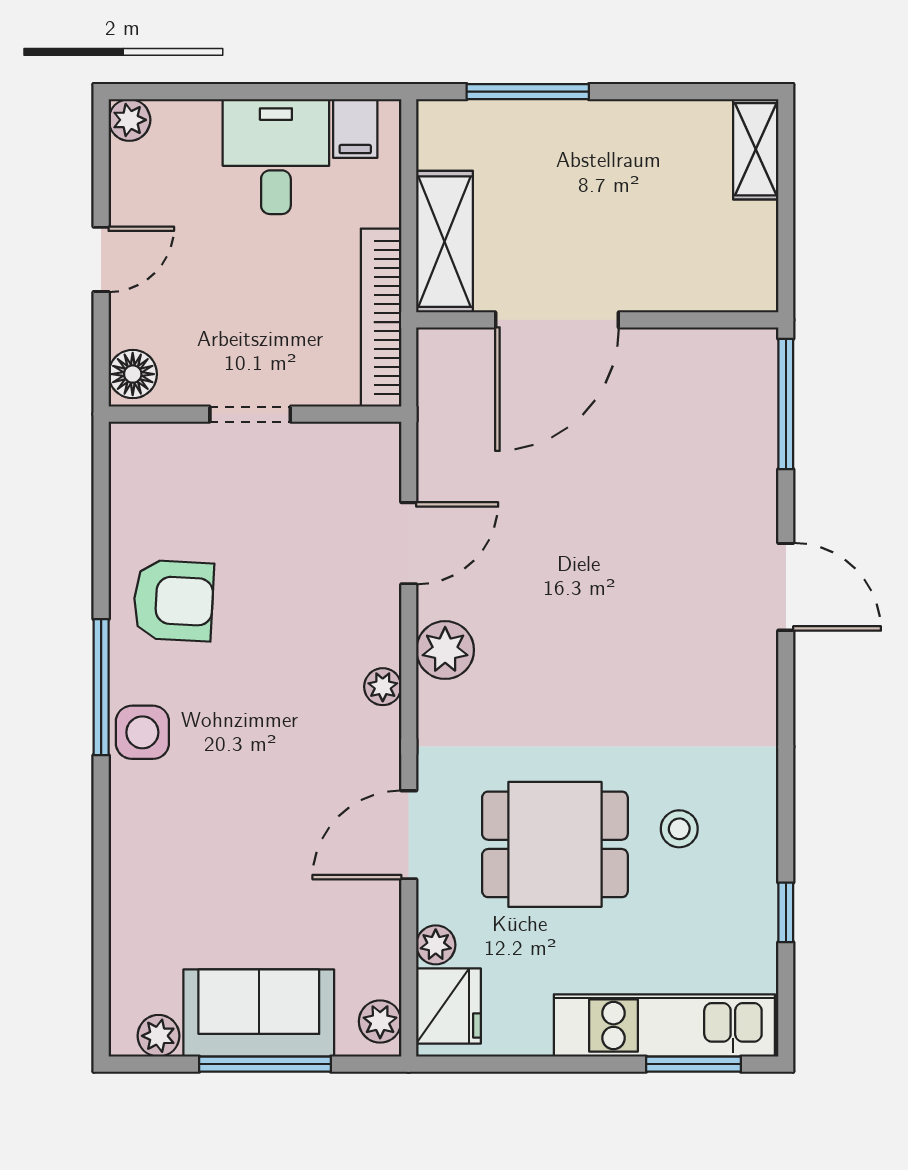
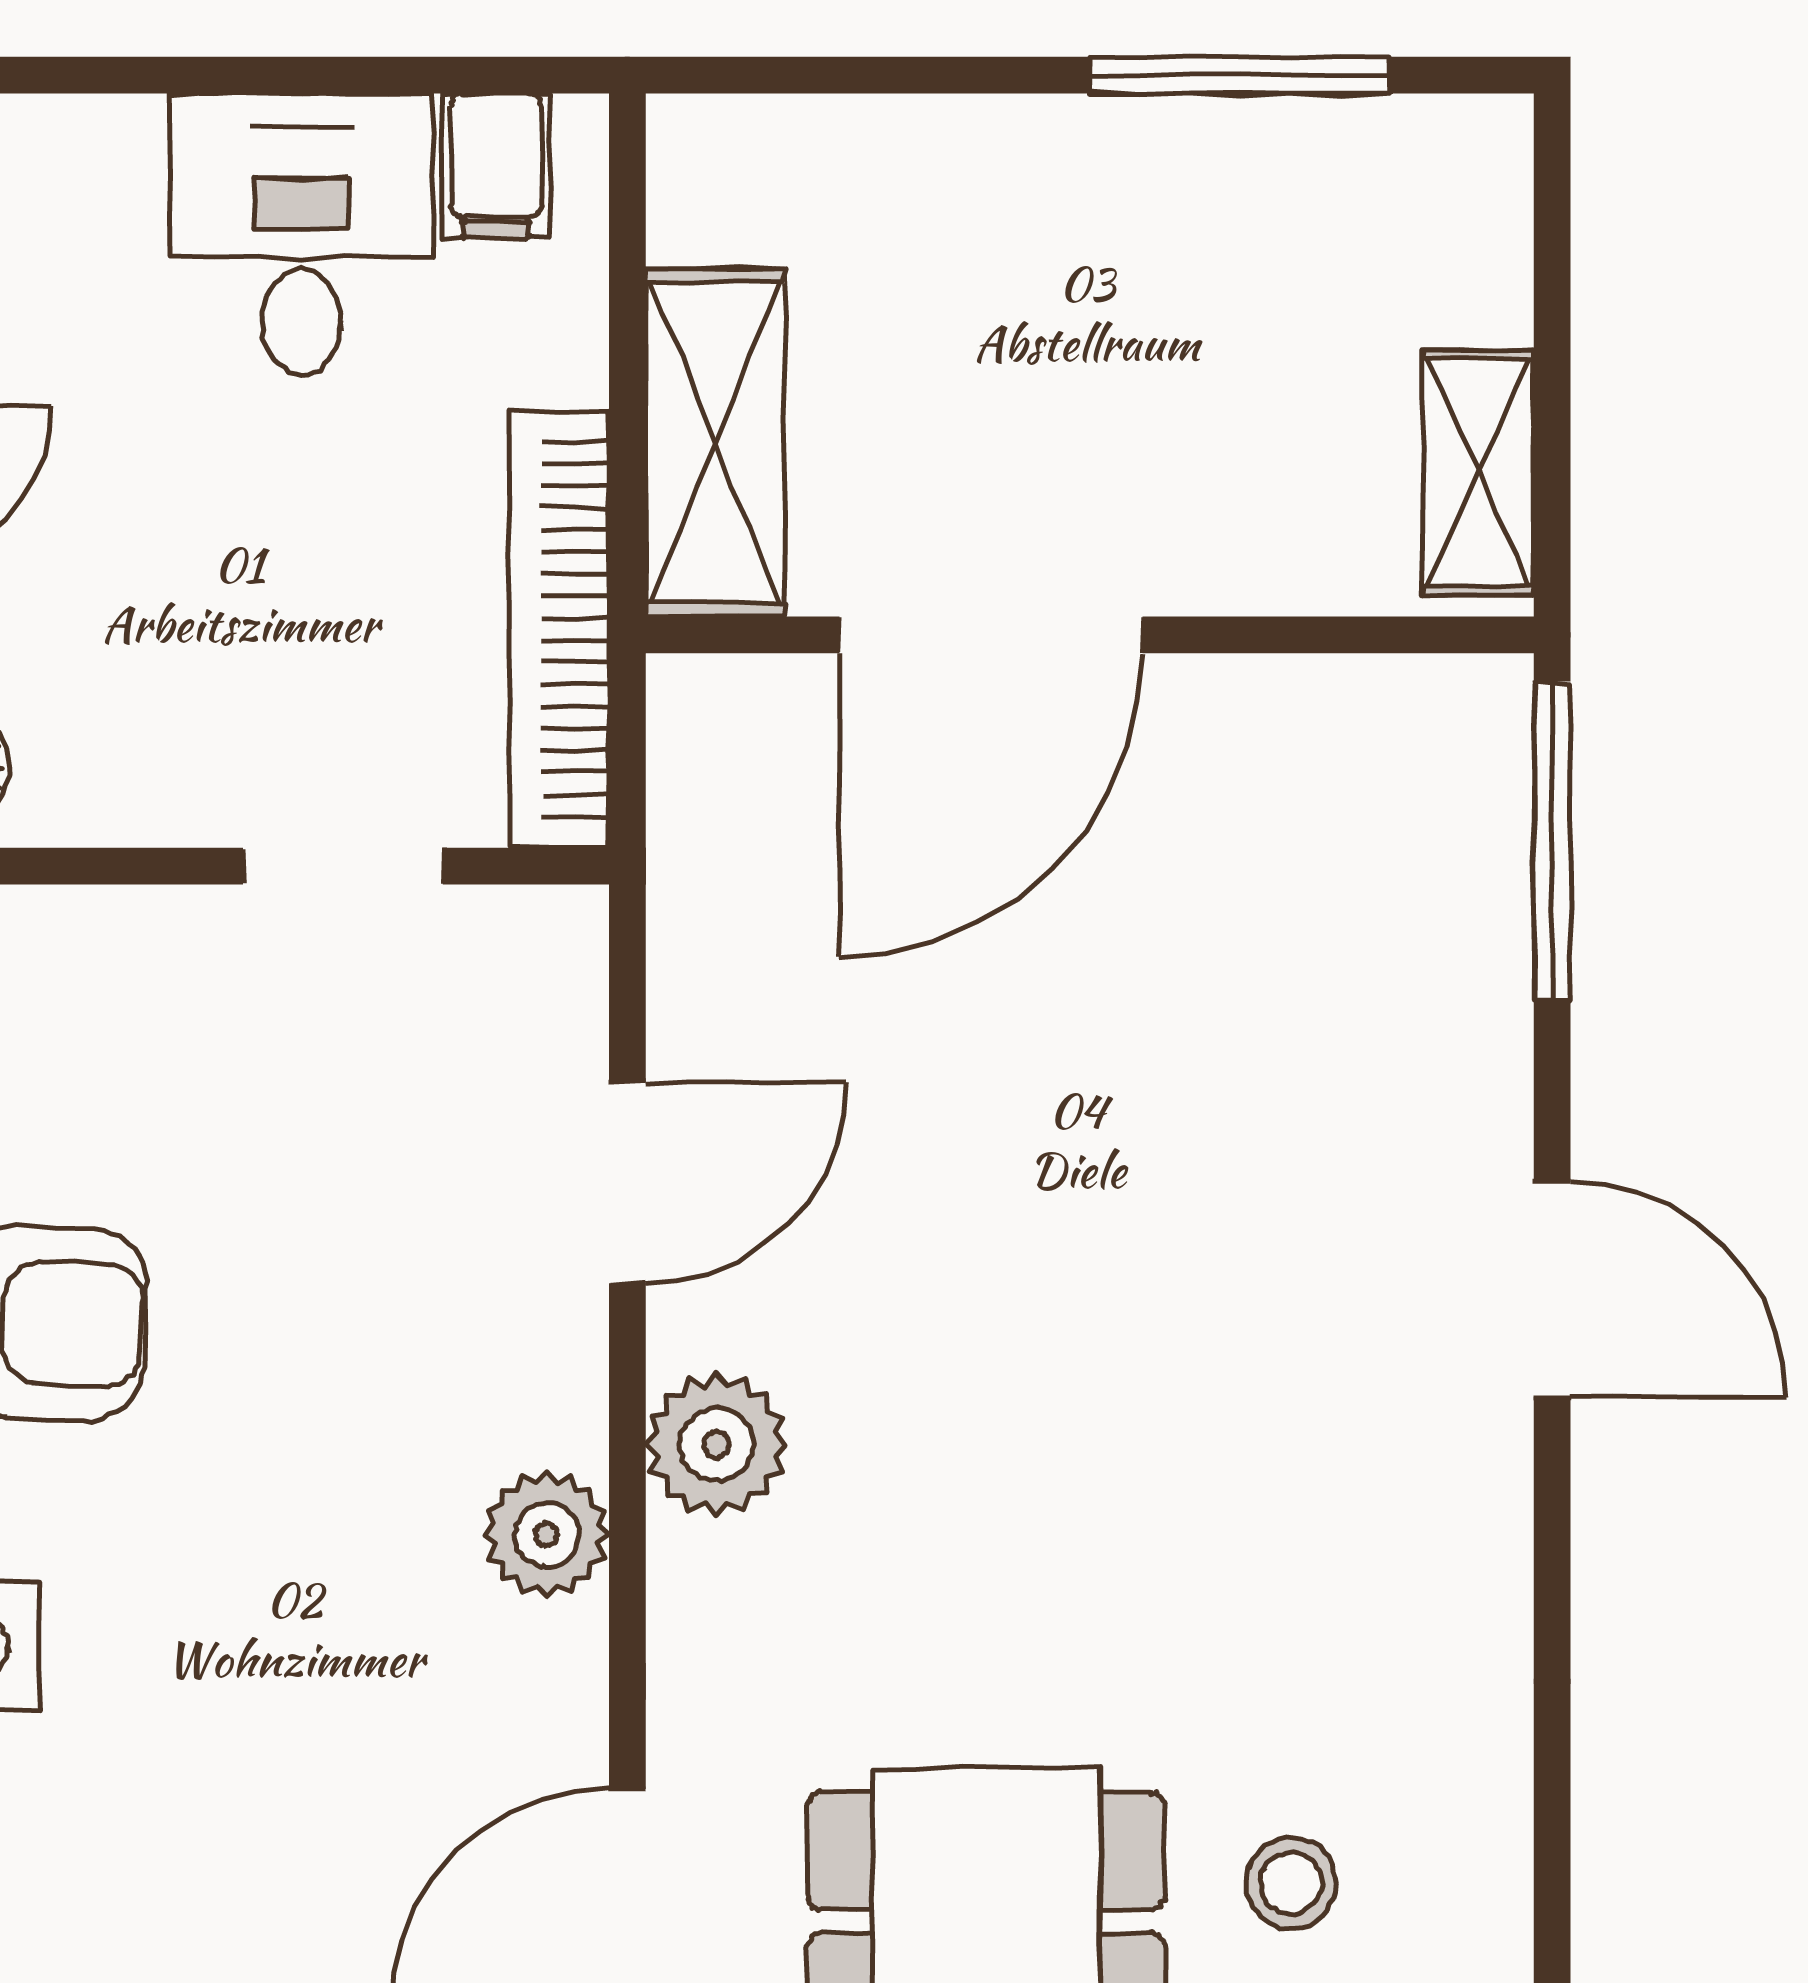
window: (528, 92) -> (1240, 75), moved
shelving: (756, 149) -> (1478, 473), moved
doorway: (250, 414) -> (343, 866), moved
plant: (383, 687) -> (547, 1534), width x1.38, depth x1.38

